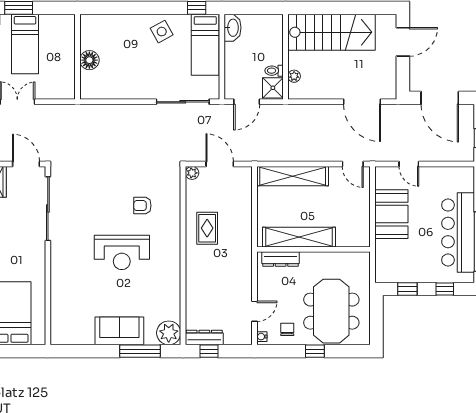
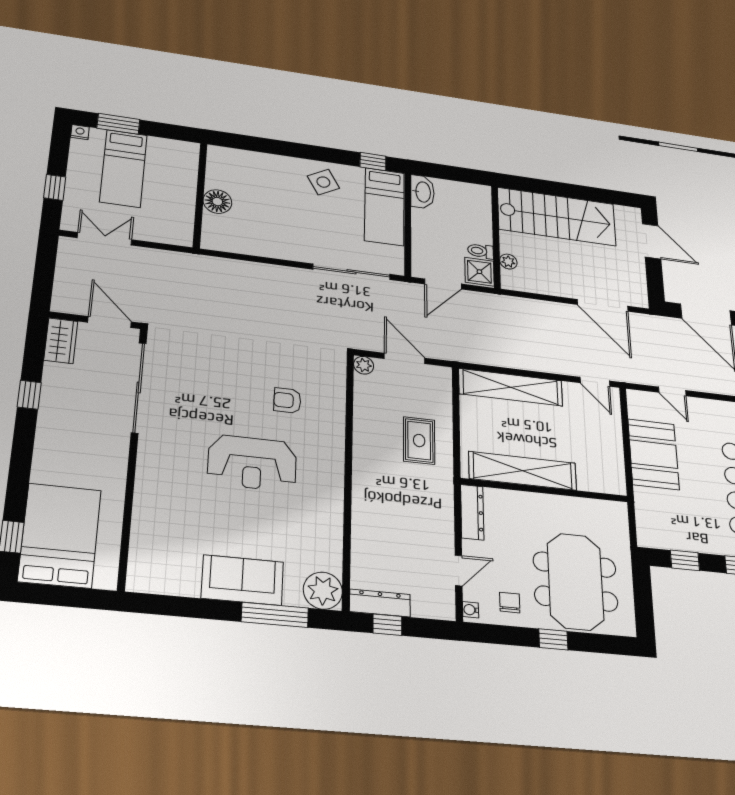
door: (403, 42) -> (652, 241), hinge flipped
rug: (207, 228) -> (419, 440), moved
dresser: (281, 259) -> (472, 512), moved, turned -90

